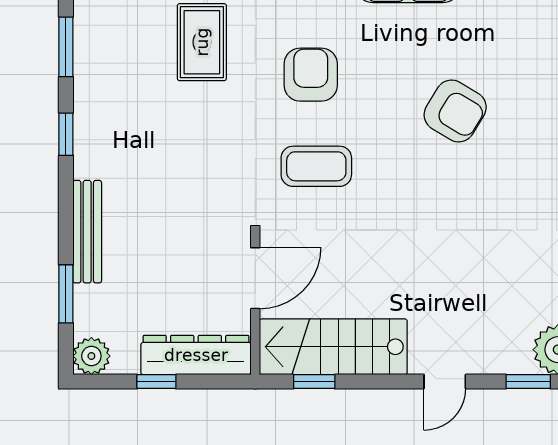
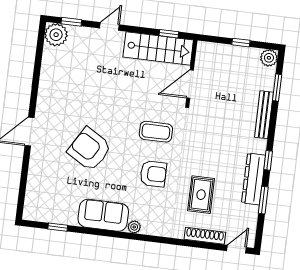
armchair: (311, 75) -> (153, 174), turned -90
armchair: (455, 111) -> (90, 149), width x1.36, depth x1.36
dresser: (196, 355) -> (254, 179), moved, turned 90

